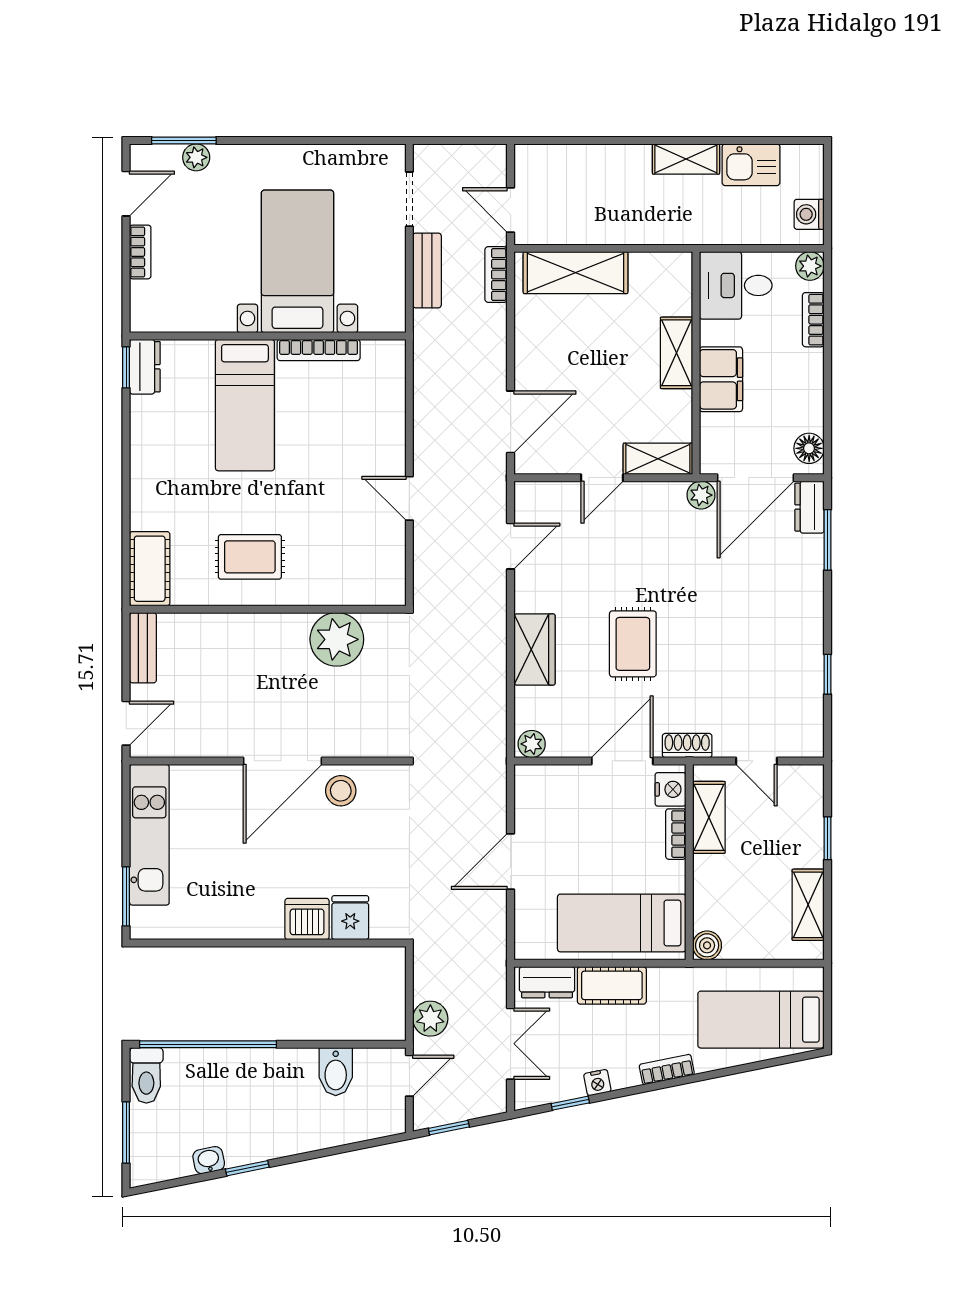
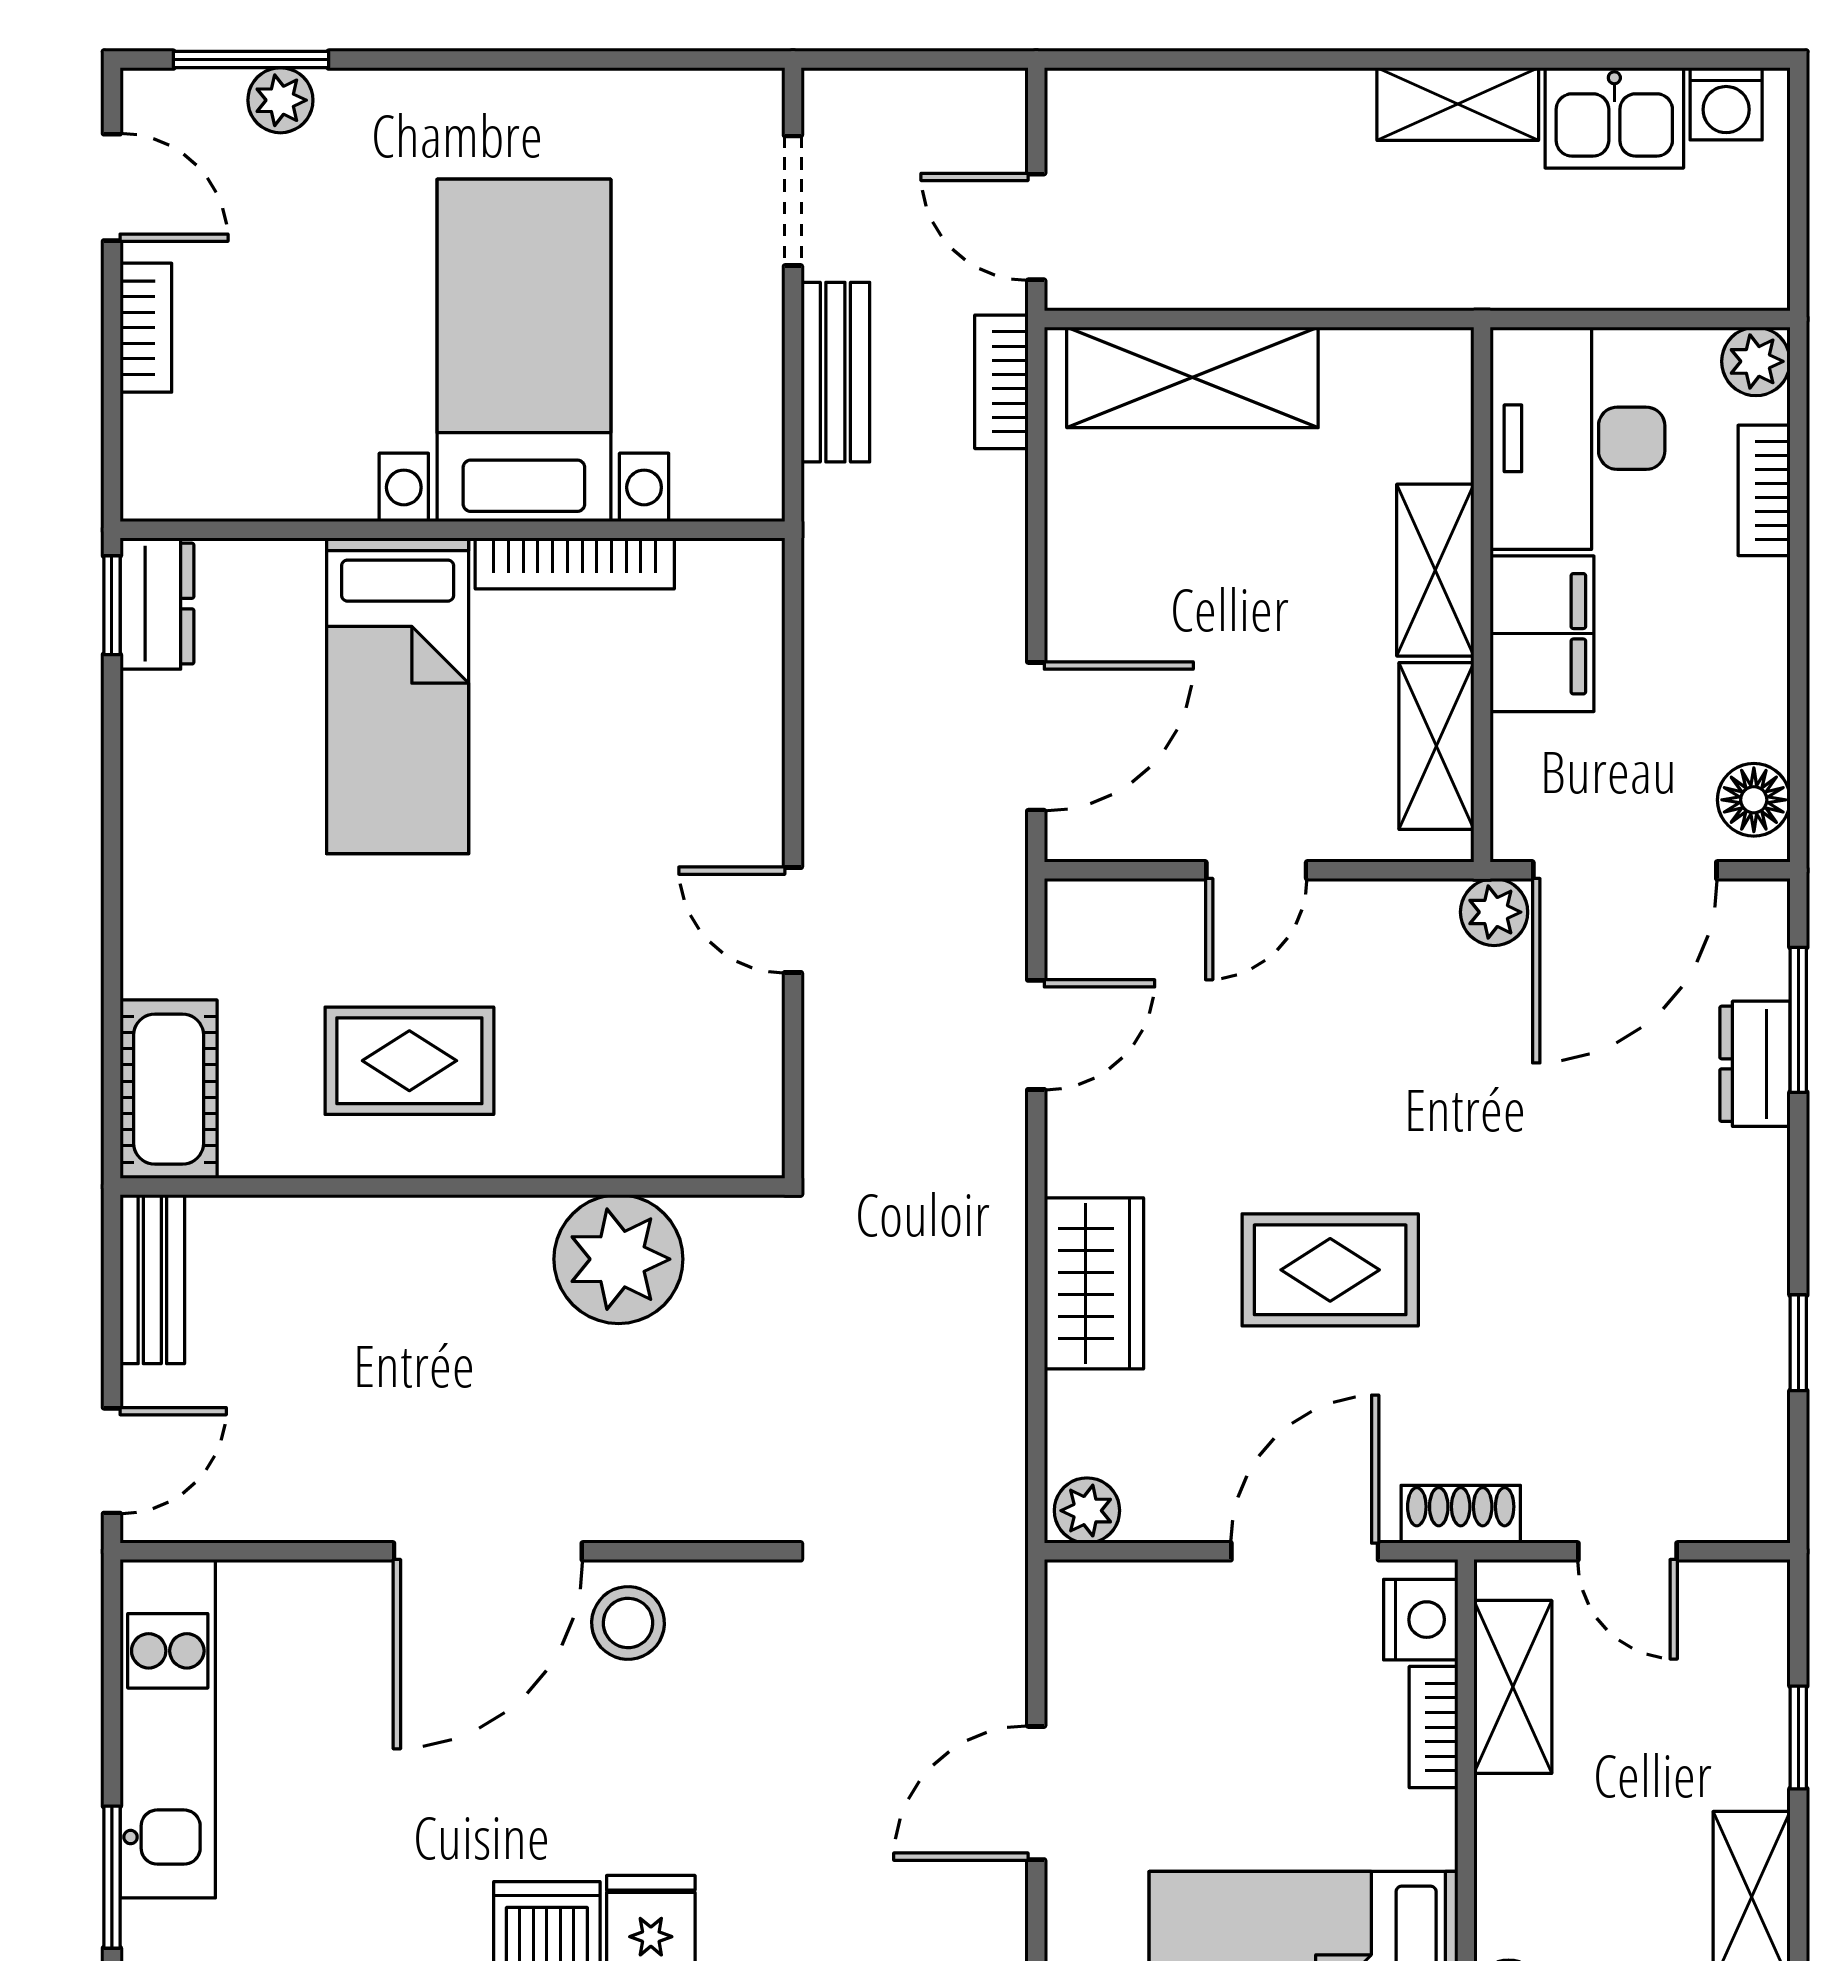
door: (126, 194) -> (112, 187), hinge flipped
washing machine: (809, 214) -> (1726, 104), moved, turned -90
desk: (736, 285) -> (1578, 438), width x1.37
shelving: (658, 459) -> (1436, 746), moved, turned 90
dresser: (810, 507) -> (1755, 1064), moved
rug: (633, 644) -> (1330, 1270), turned 90

